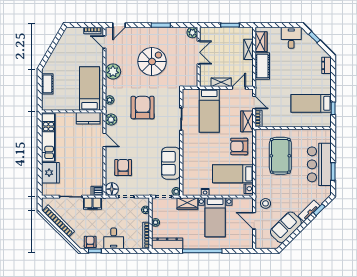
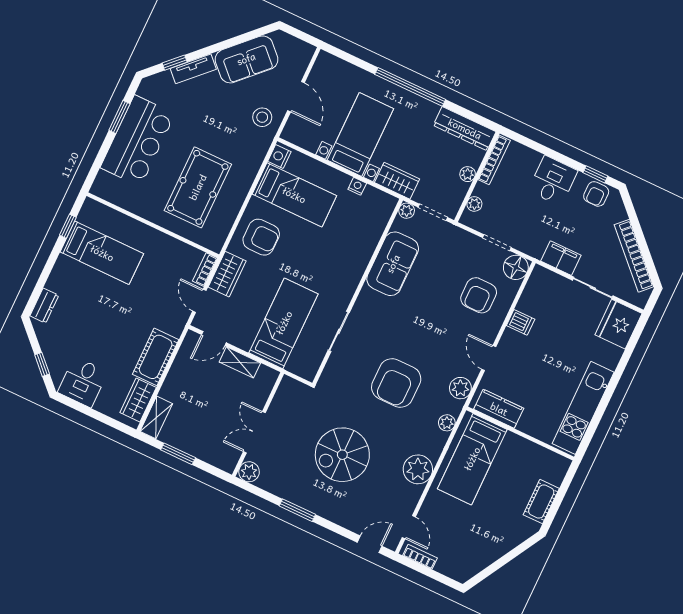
shelving: (248, 49) -> (156, 417), moved
fridge: (50, 173) -> (618, 324), moved
dishwasher: (97, 191) -> (521, 322), moved

